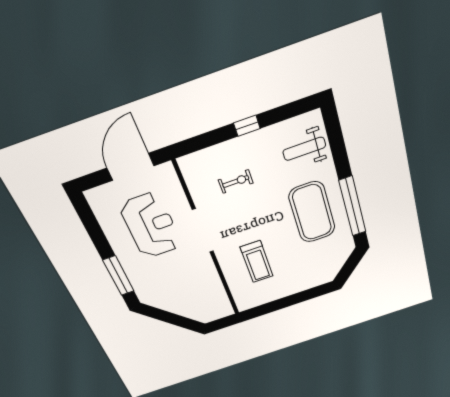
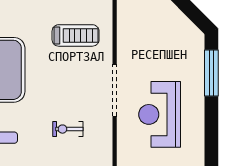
treadmill: (257, 262) -> (76, 35), turned 90

